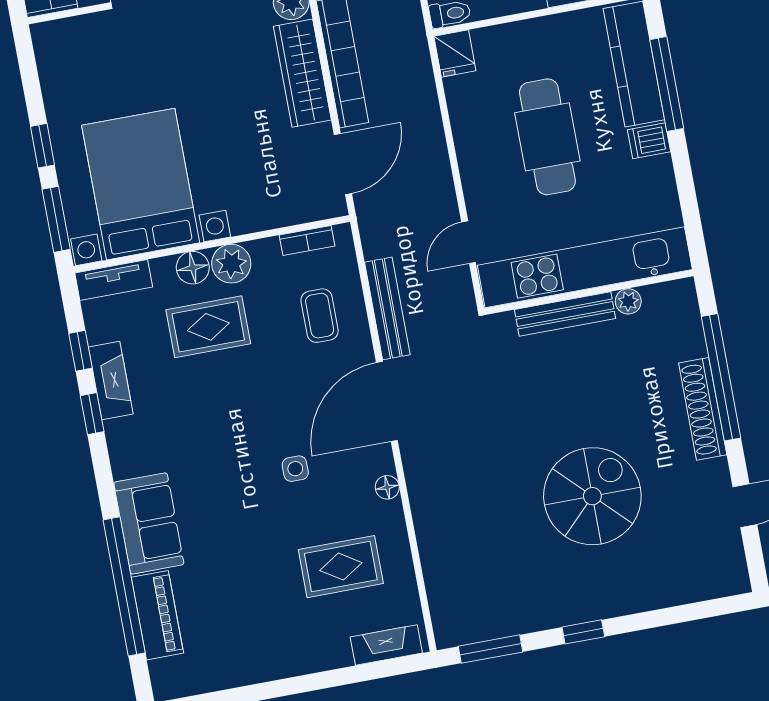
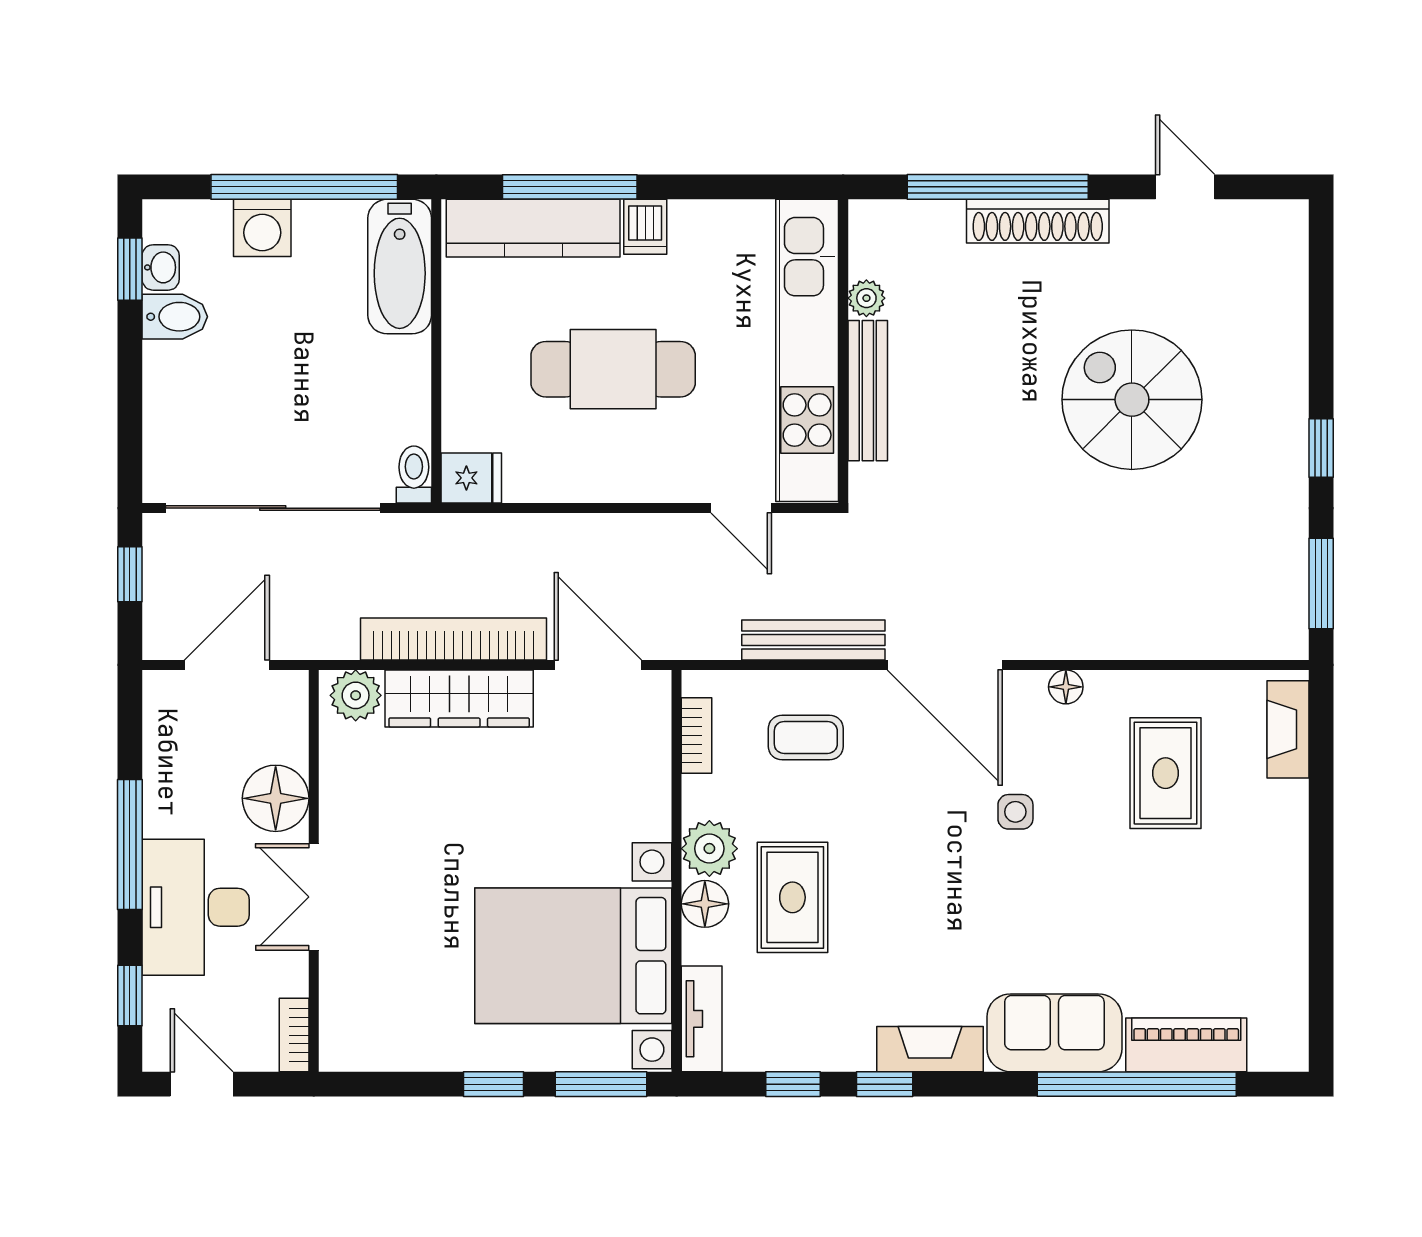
fireplace: (111, 380) -> (930, 1049), moved

